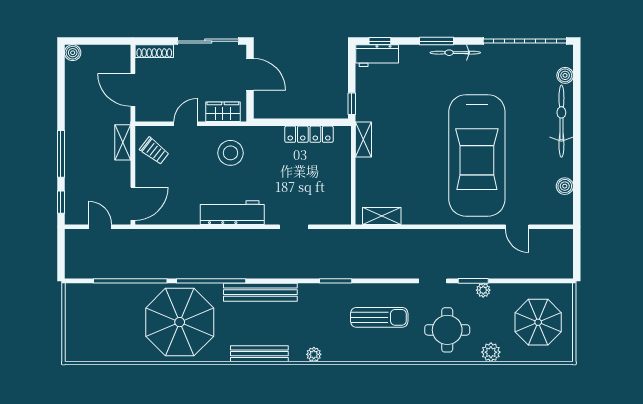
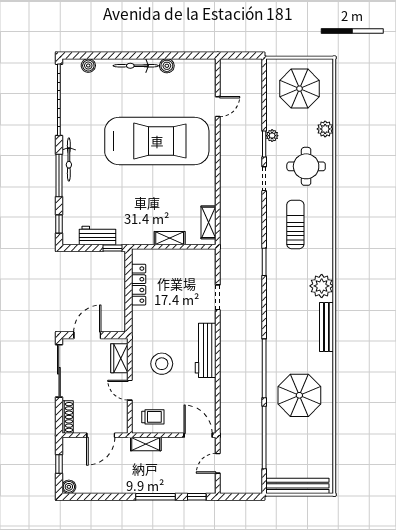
window: (99, 41) -> (59, 464), added
window: (437, 41) -> (59, 175), width x1.44
workbench: (377, 56) -> (97, 236), moved, turned -90
bicycle: (561, 121) -> (136, 66), width x0.73, depth x0.71
shelving: (363, 140) -> (170, 238), moved
trolley: (154, 151) -> (153, 417), turned 52
stool: (231, 153) -> (162, 364), moved
boiler: (565, 186) -> (167, 66), moved
bench: (260, 292) -> (297, 486), moved, turned 90
parasol: (180, 322) -> (299, 395), width x0.73, depth x0.73
plant: (314, 354) -> (322, 286), width x1.87, depth x1.87

